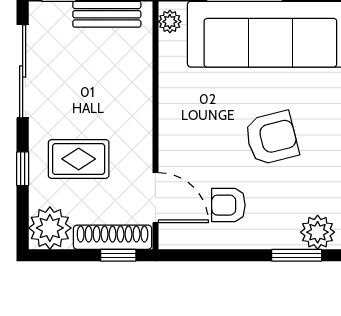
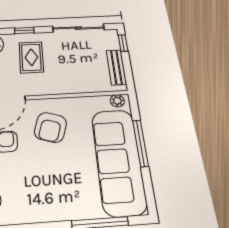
armchair: (272, 138) -> (50, 127), moved, turned 31

